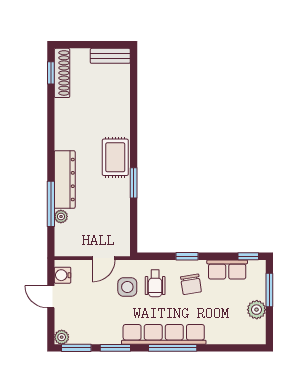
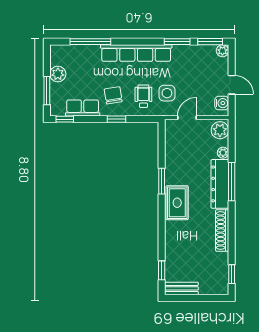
shoe rack: (62, 73) -> (222, 230), moved
window: (134, 77) -> (162, 270), added
window: (51, 204) -> (232, 182), moved
plant: (65, 243) -> (220, 130), added
window: (173, 348) -> (90, 42), moved

